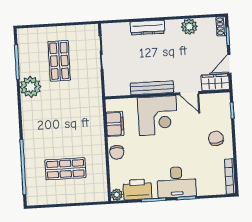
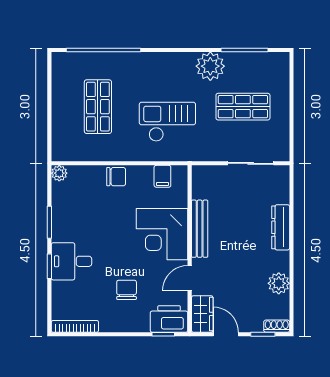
checkout: (74, 116) -> (167, 122), added
filing cabinet: (115, 124) -> (162, 176), width x0.50
chair: (216, 138) -> (127, 290), moved, turned -83
chair: (117, 152) -> (116, 177), turned 180
desk: (177, 182) -> (71, 261), width x0.73
printer: (137, 189) -> (169, 319), moved, turned -90

